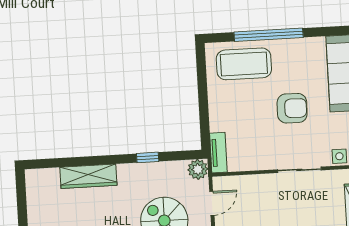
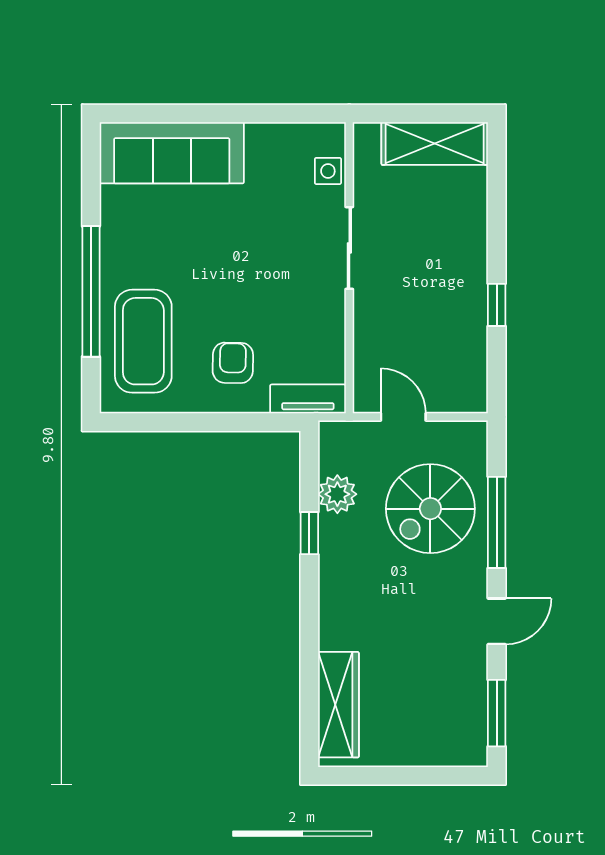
armchair: (292, 108) -> (233, 363), moved, width x0.72, depth x0.72
plant: (198, 169) -> (337, 494), moved
wardrobe: (88, 176) -> (338, 705), moved

